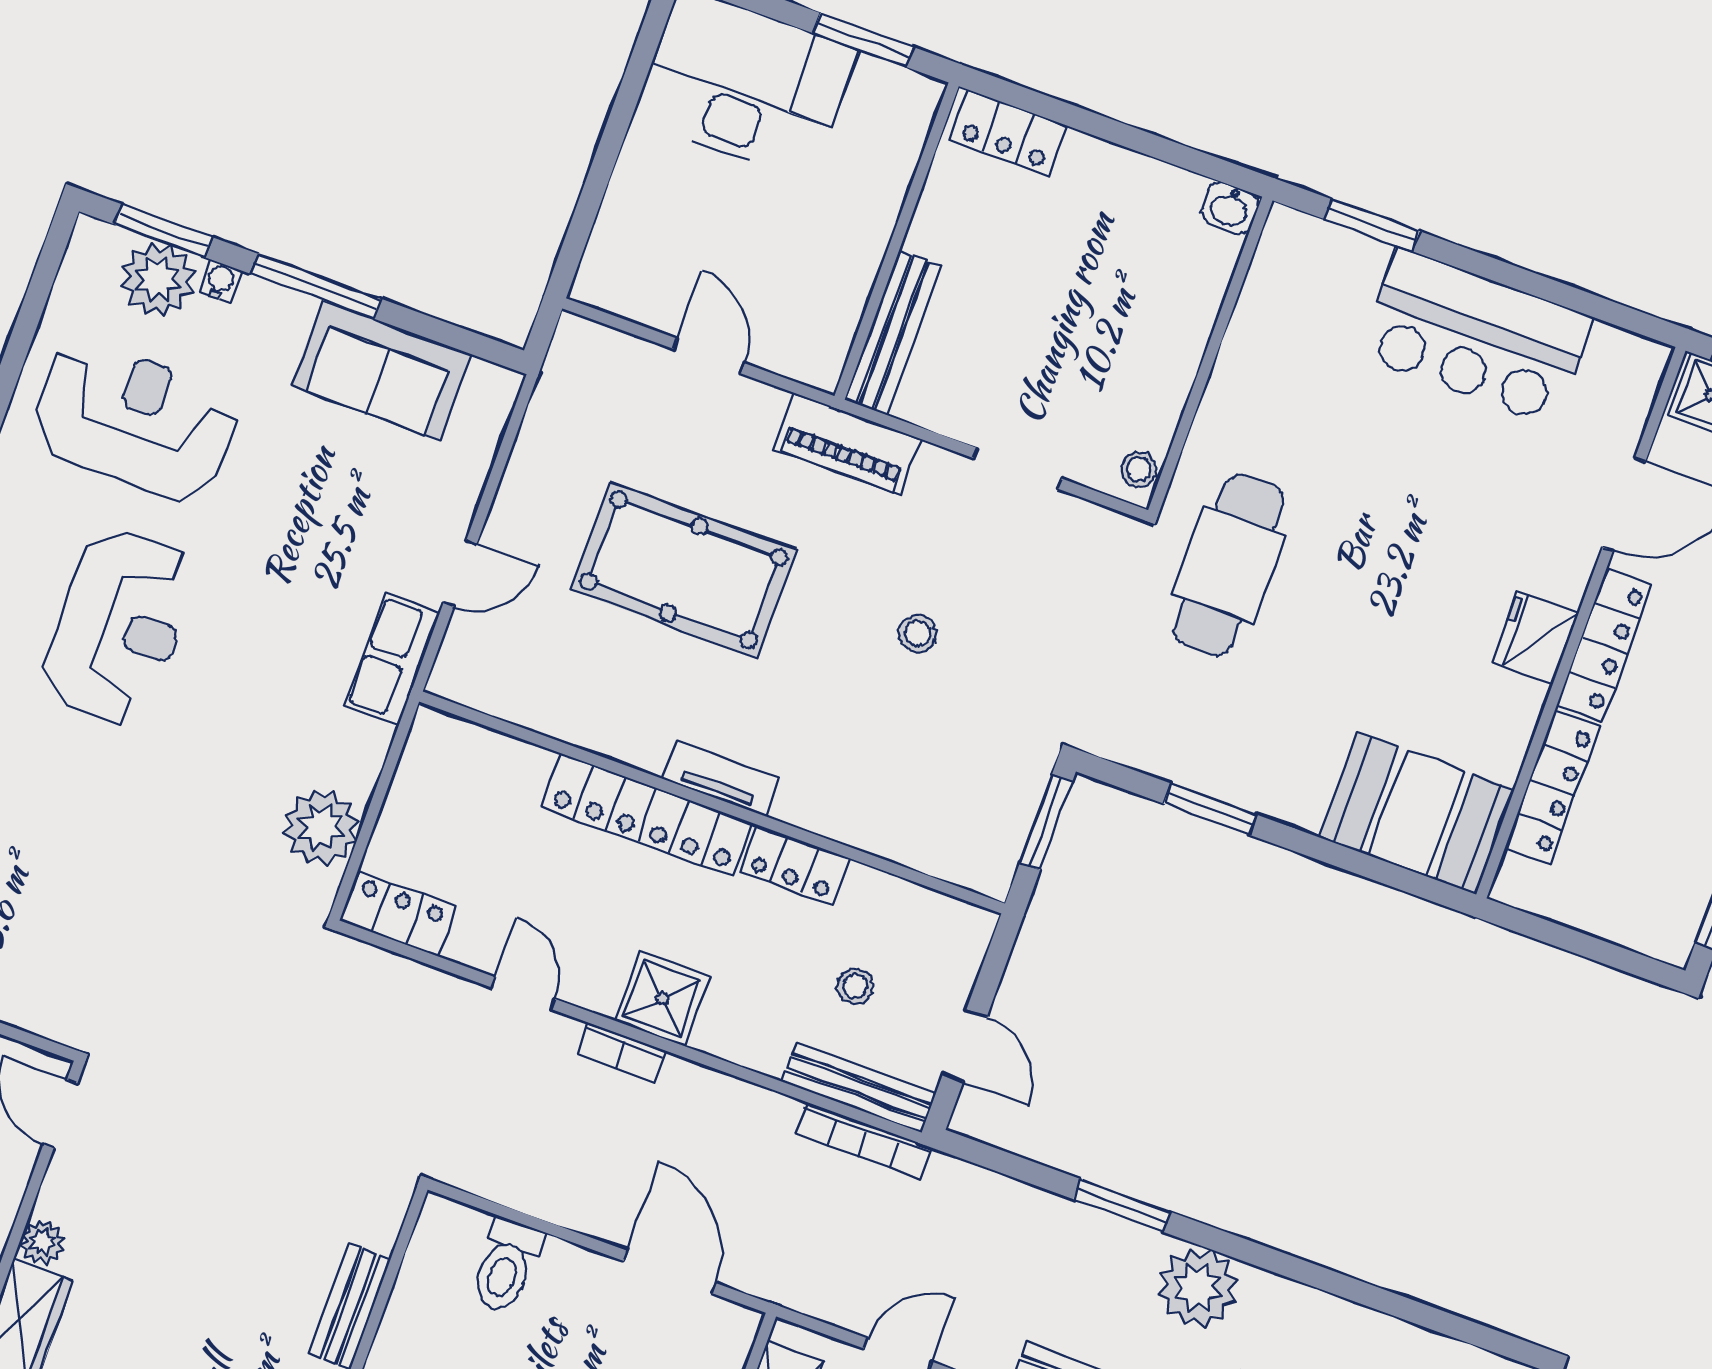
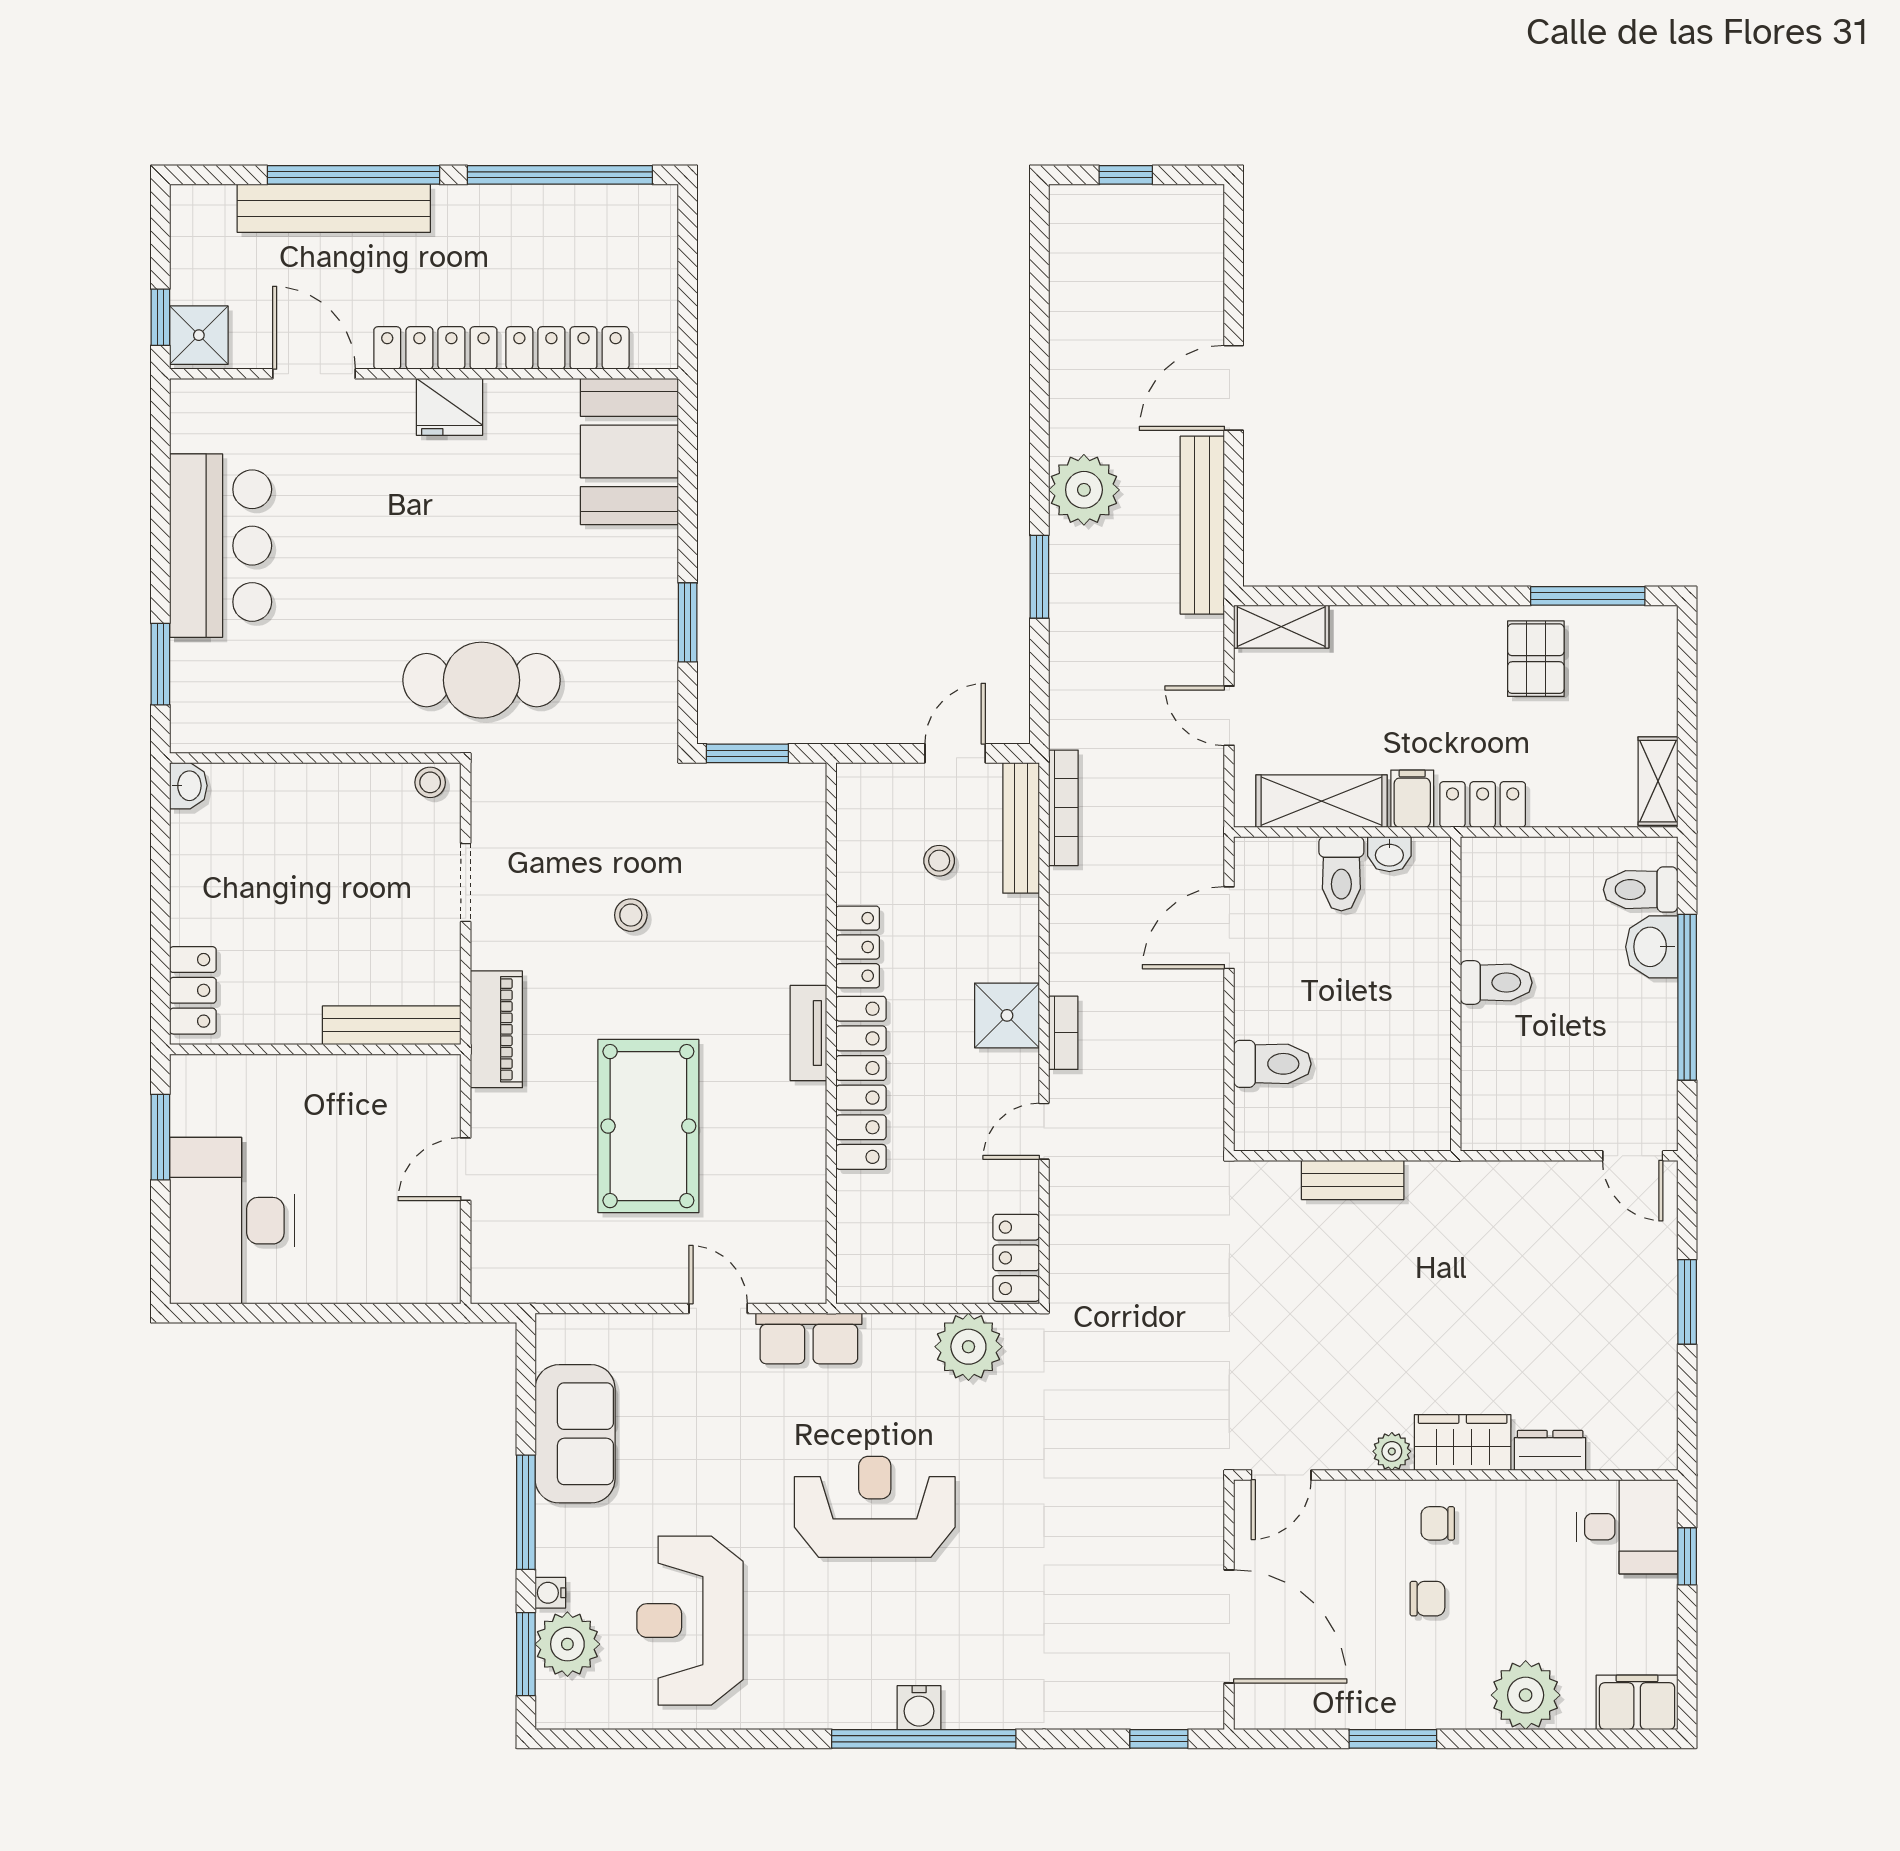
reception desk: (119, 627) -> (875, 1507), moved

